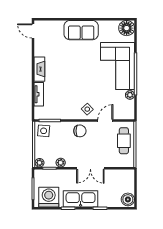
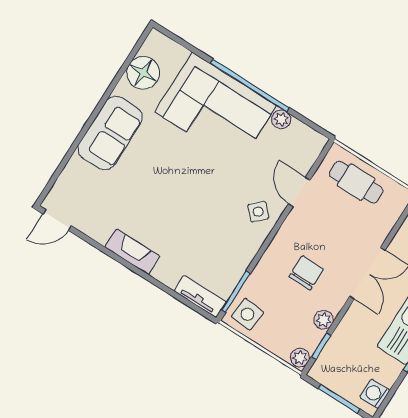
floor lamp: (127, 28) -> (143, 73), moved
tv unit: (39, 94) -> (200, 296), moved
chair: (80, 131) -> (306, 273), moved
washing machine: (49, 197) -> (375, 394), width x0.53, depth x0.53

